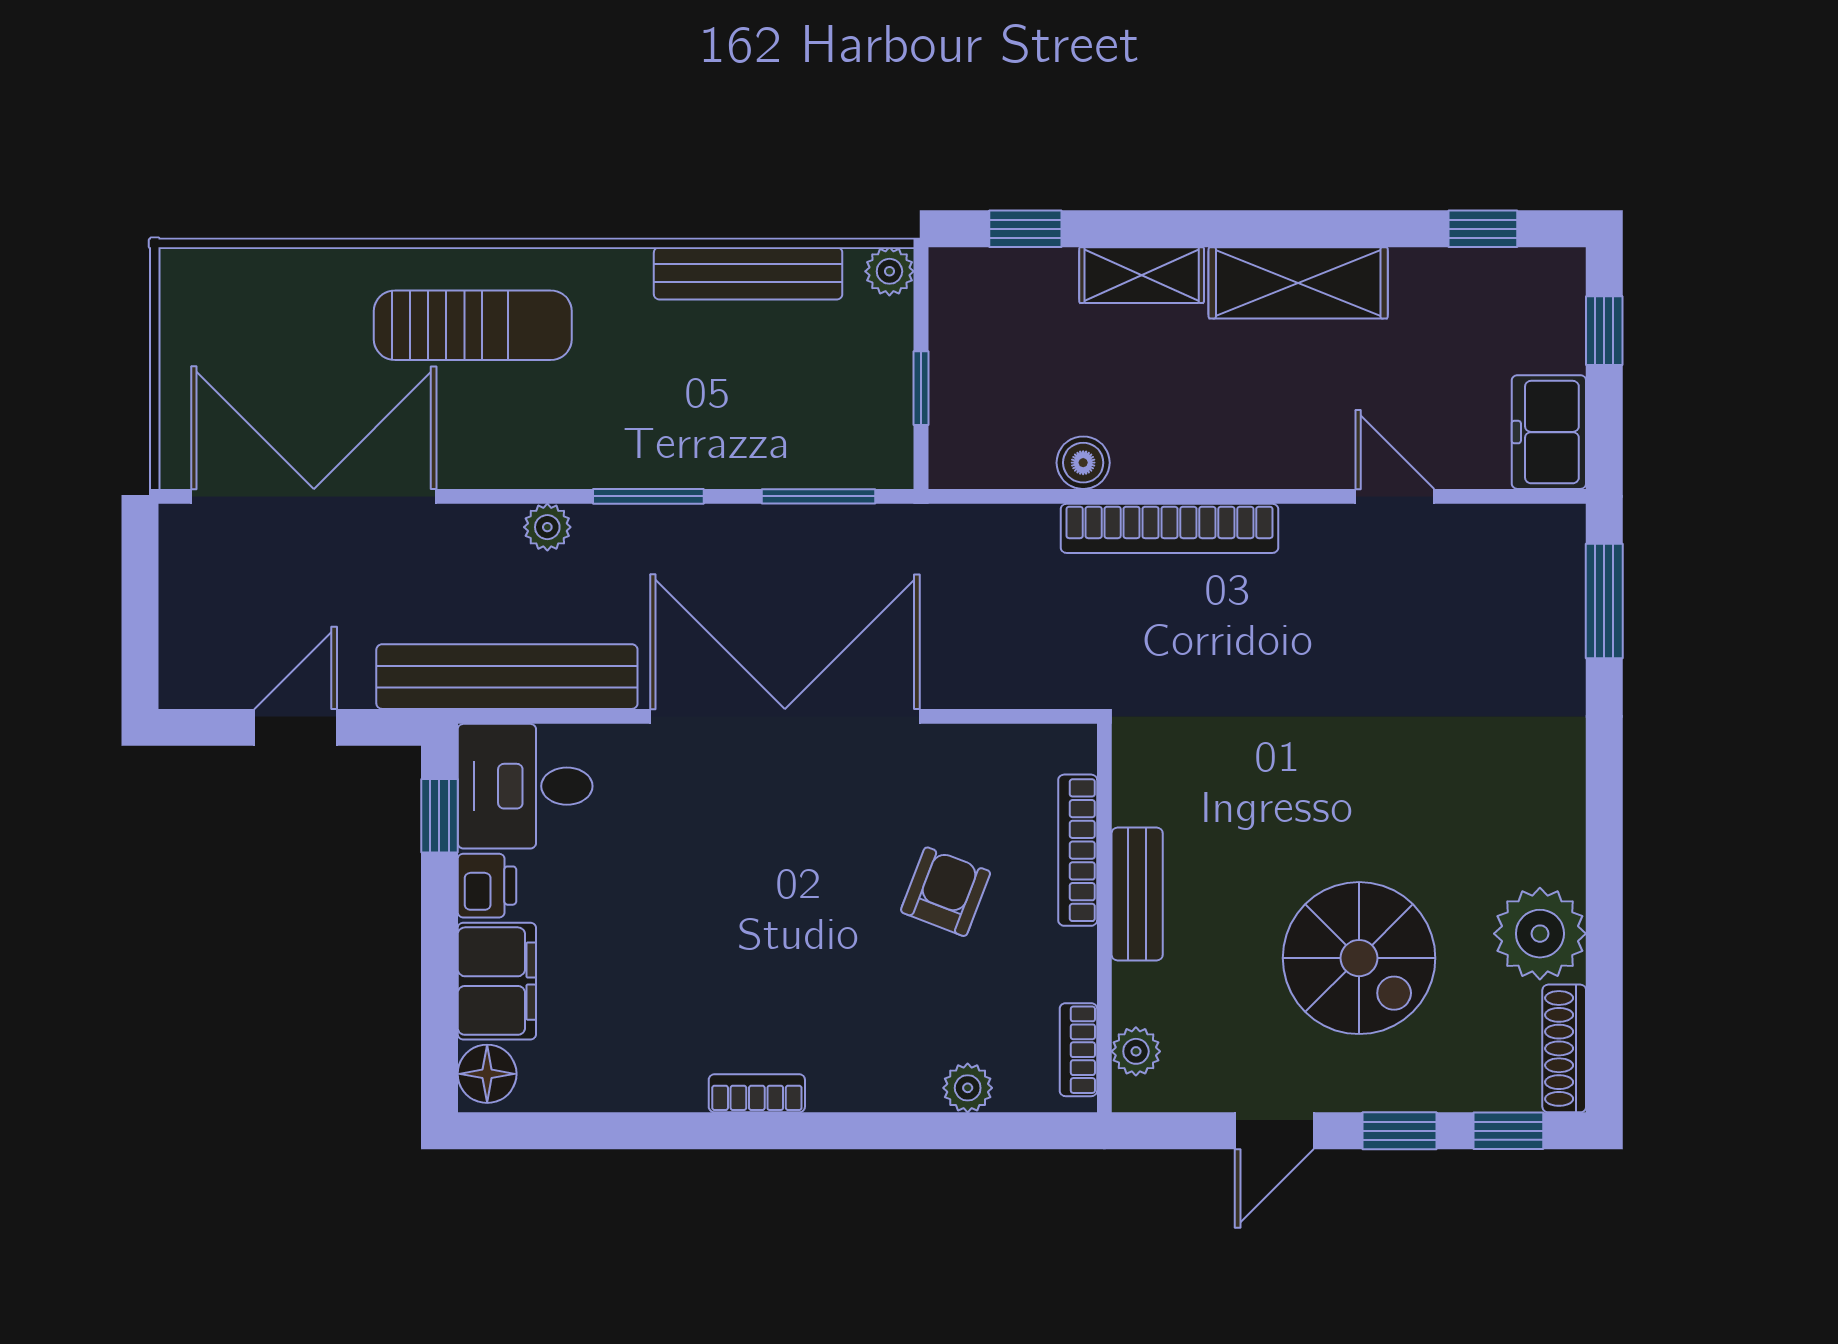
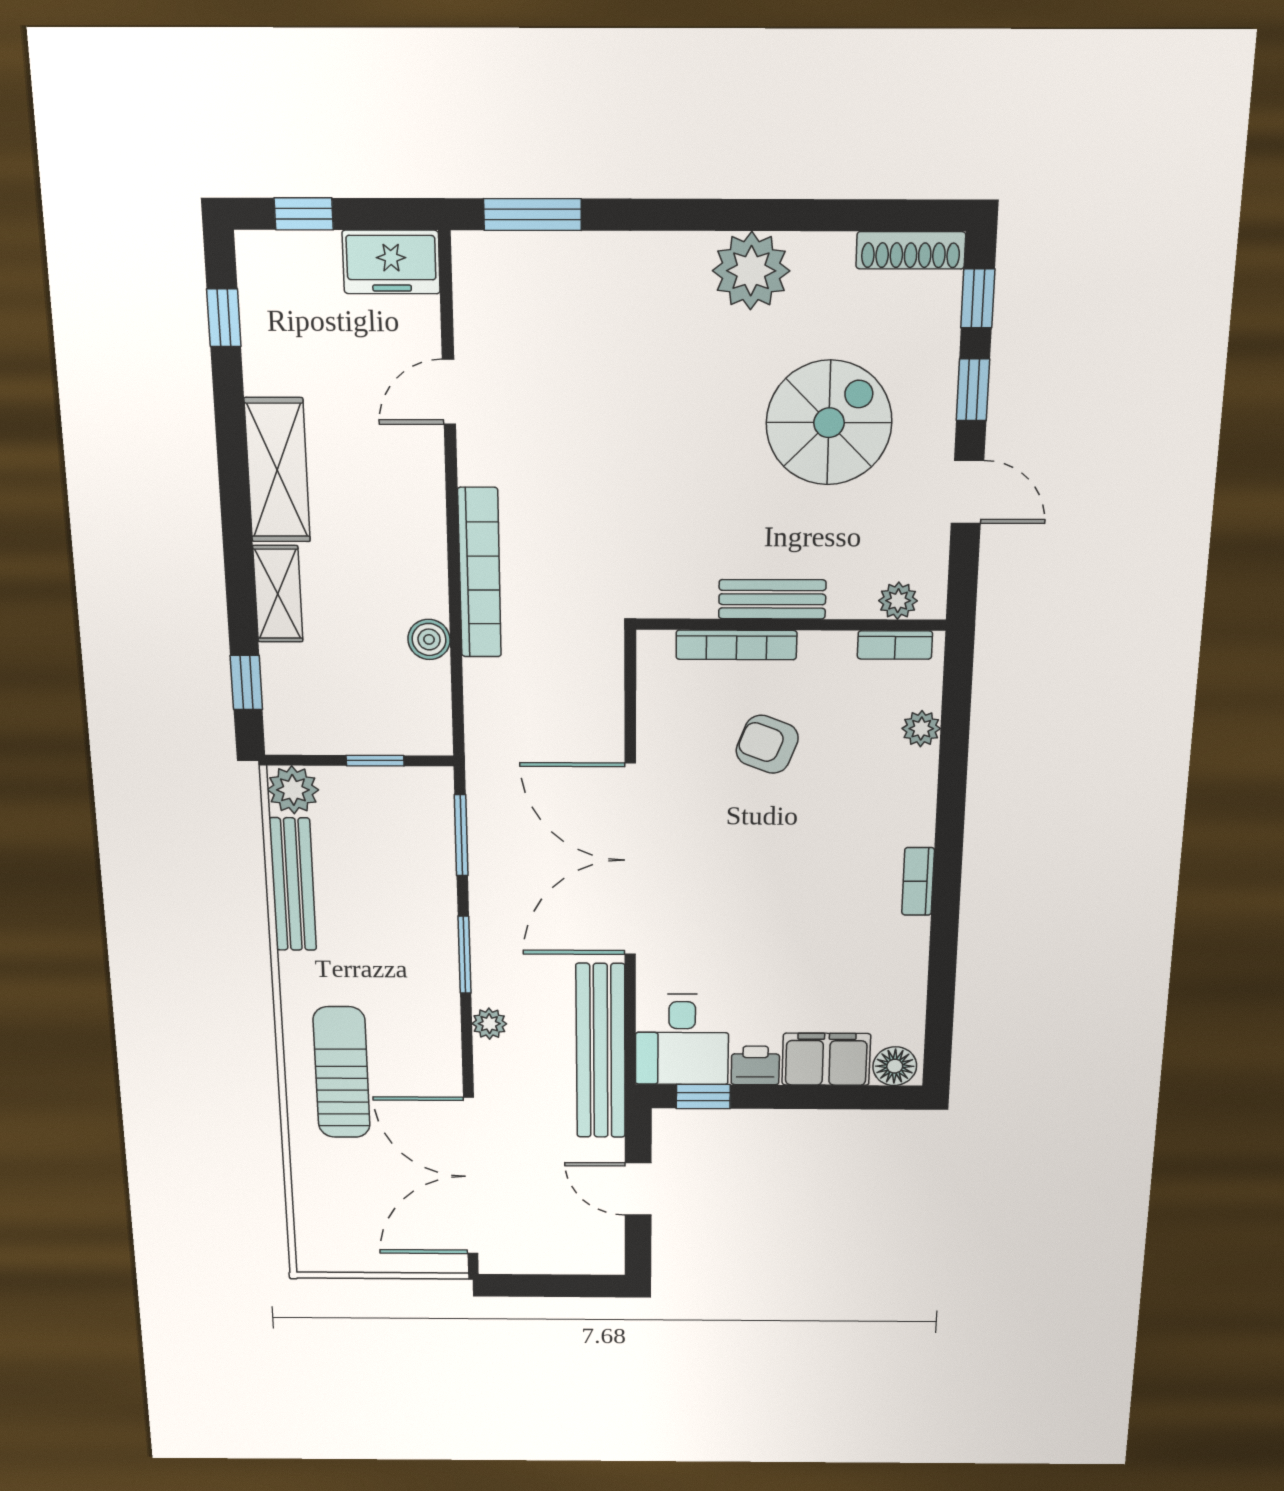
plant: (889, 271) -> (293, 790), width x1.38, depth x1.38
plant: (1540, 934) -> (751, 271), moved

